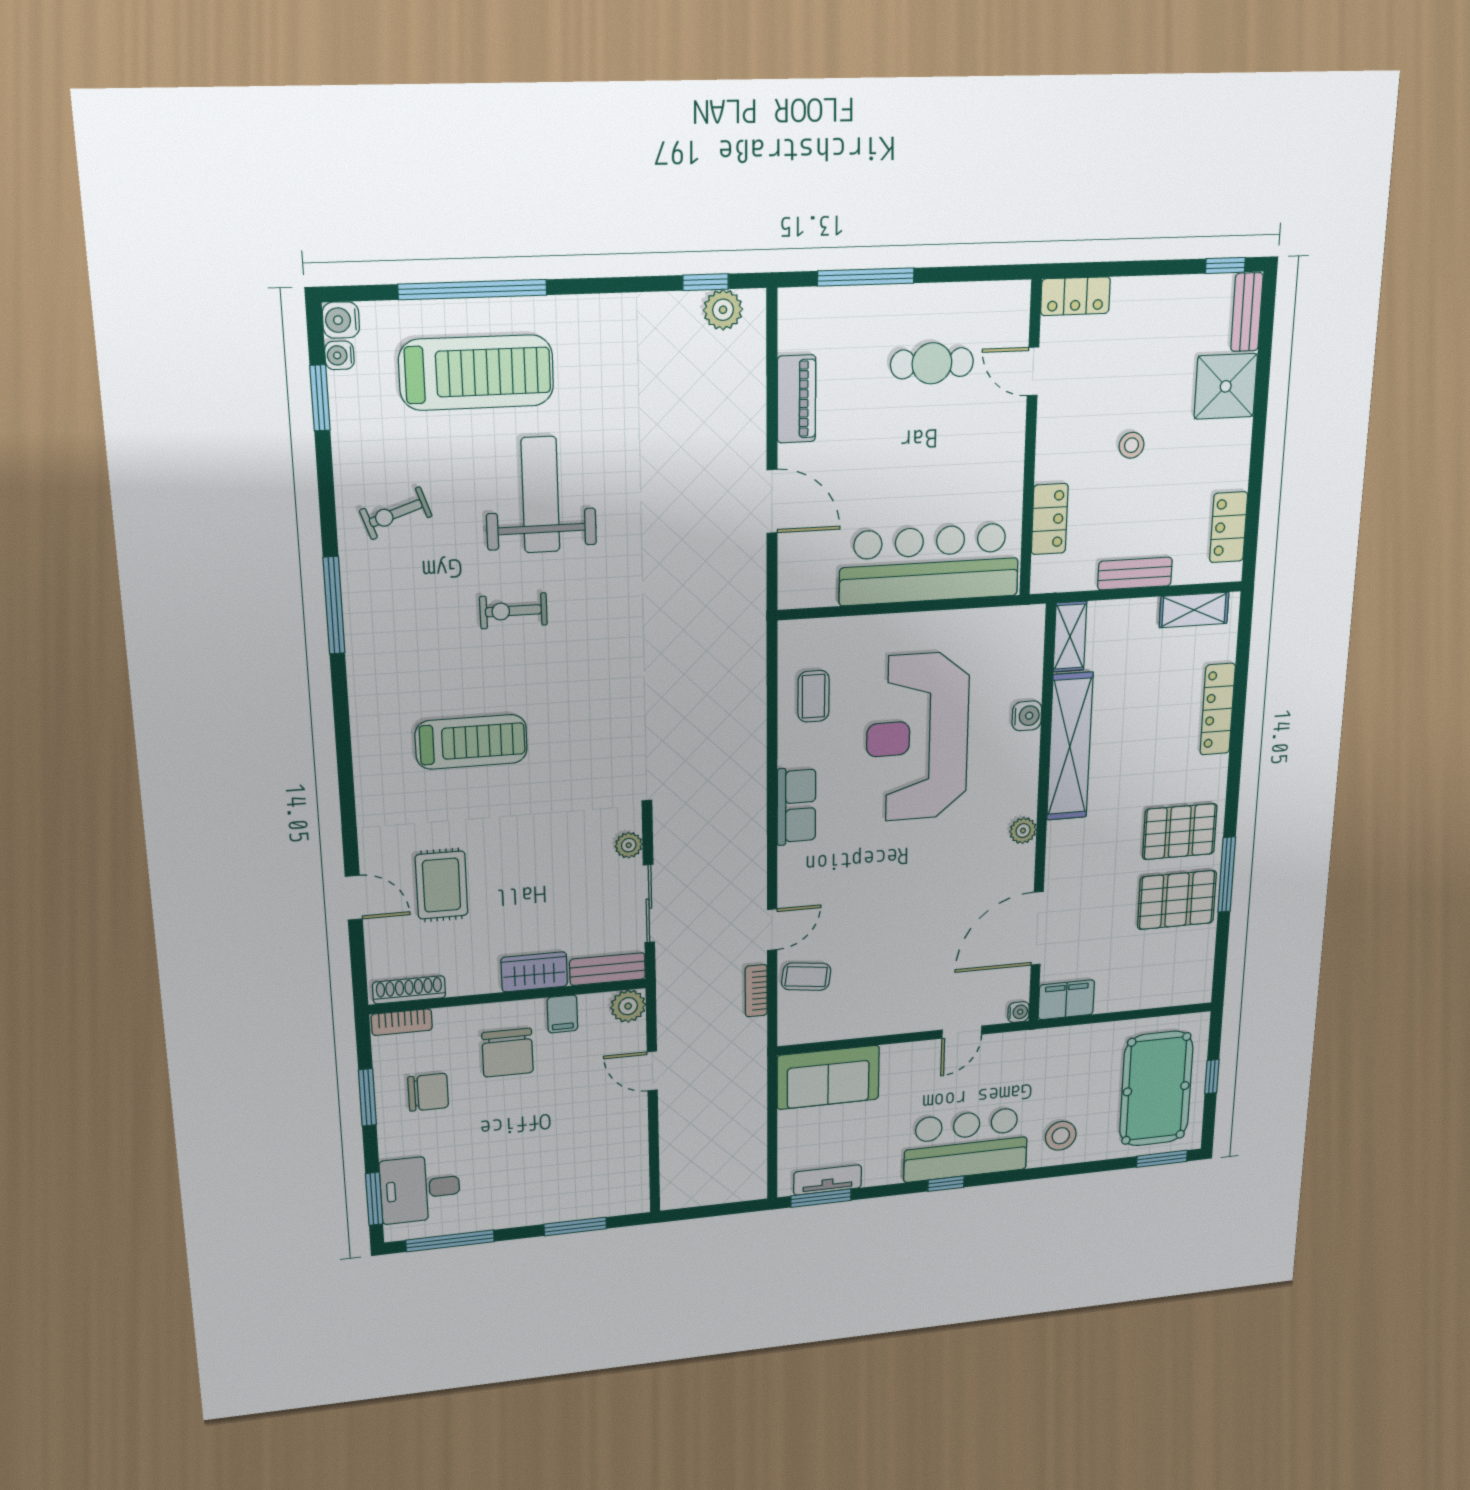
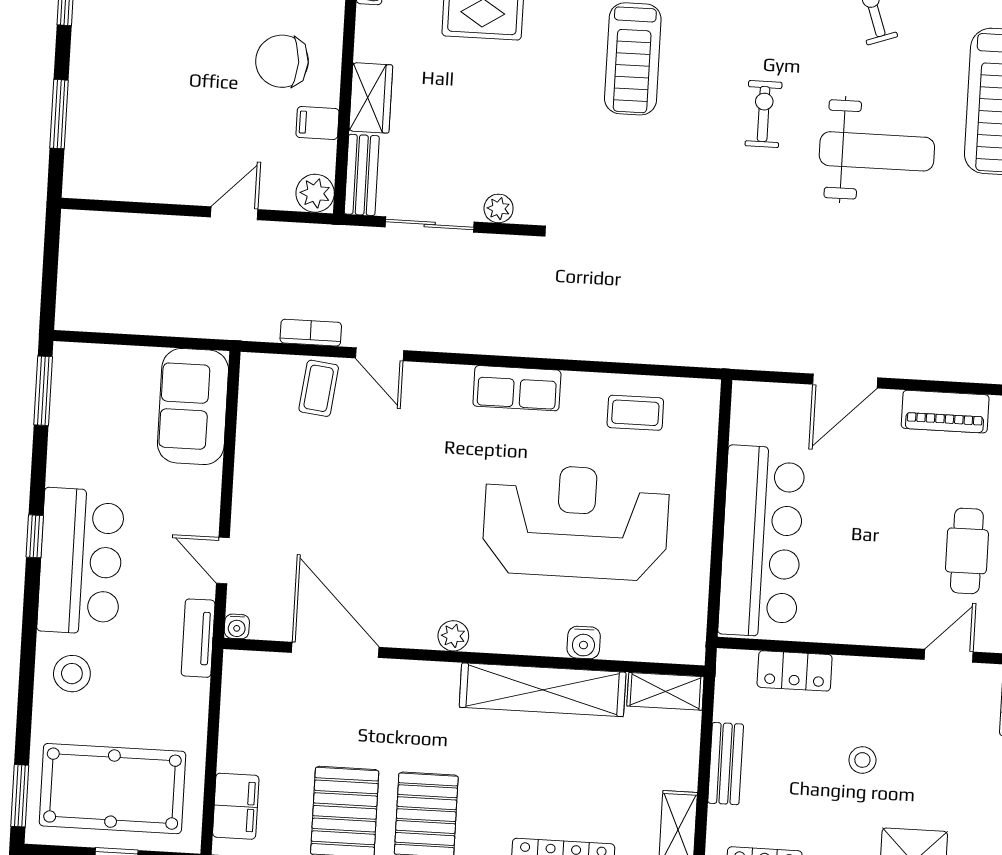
filing cabinet: (1066, 1000) -> (236, 806), moved
tv unit: (828, 1180) -> (198, 638), moved, turned 180

